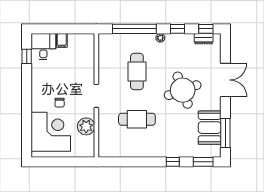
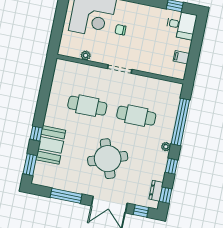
filing cabinet: (62, 40) -> (181, 57), moved
window: (225, 49) -> (141, 211), added
cafe table: (137, 119) -> (87, 106), turned 90
plant: (86, 126) -> (86, 55), width x0.53, depth x0.53
booth: (210, 128) -> (51, 145), moved, turned 90
window: (225, 133) -> (66, 196), moved

